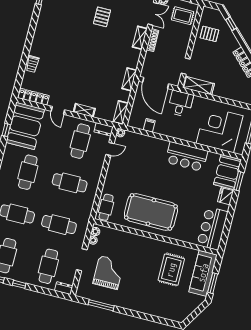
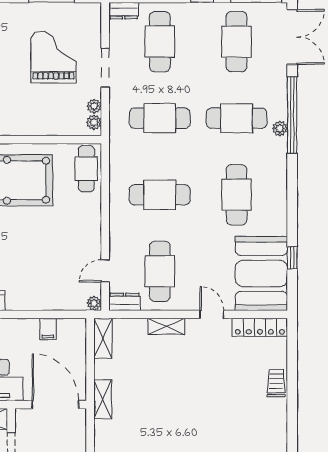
grand piano: (108, 273) -> (53, 57), turned 180

